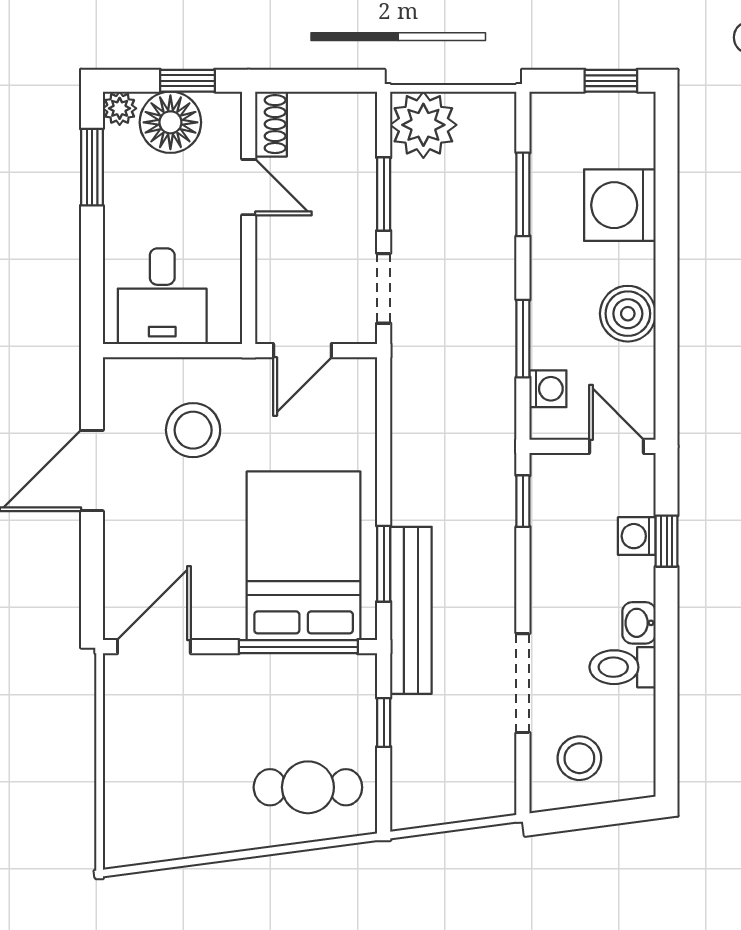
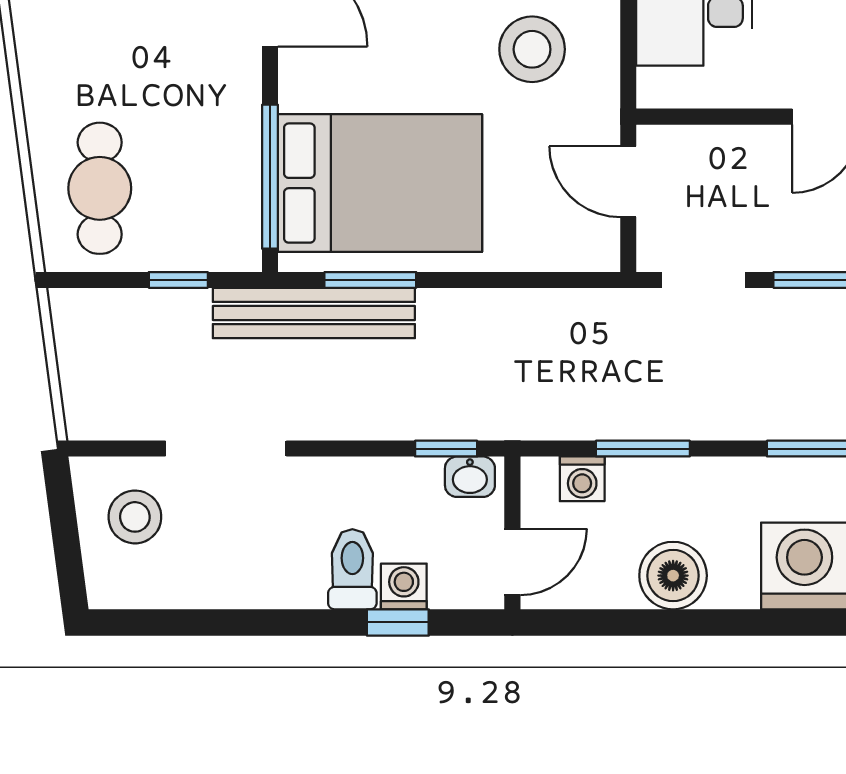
washbasin: (639, 623) -> (470, 477), moved, turned 180
toilet: (623, 667) -> (352, 569), moved

